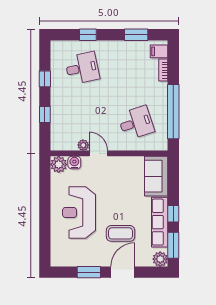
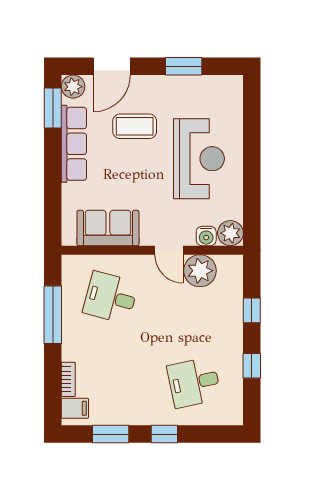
window: (88, 35) -> (164, 434), moved
window: (173, 112) -> (53, 315), width x0.68
desk: (136, 123) -> (111, 297), turned 33
plant: (83, 145) -> (200, 271), width x1.88, depth x1.88
sofa: (156, 176) -> (108, 228), moved, turned -90
window: (173, 214) -> (53, 157), removed
door: (123, 272) -> (112, 66), moved

